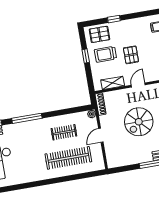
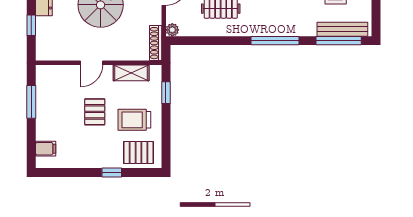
trolley: (106, 54) -> (134, 120), turned 180
window: (86, 56) -> (166, 93), moved

